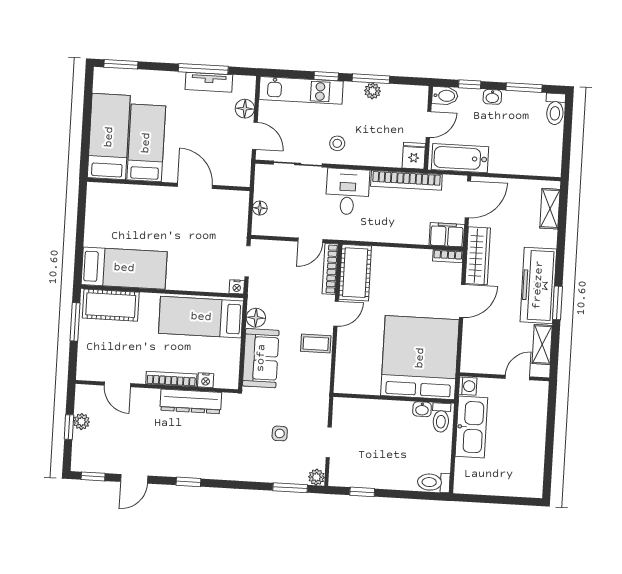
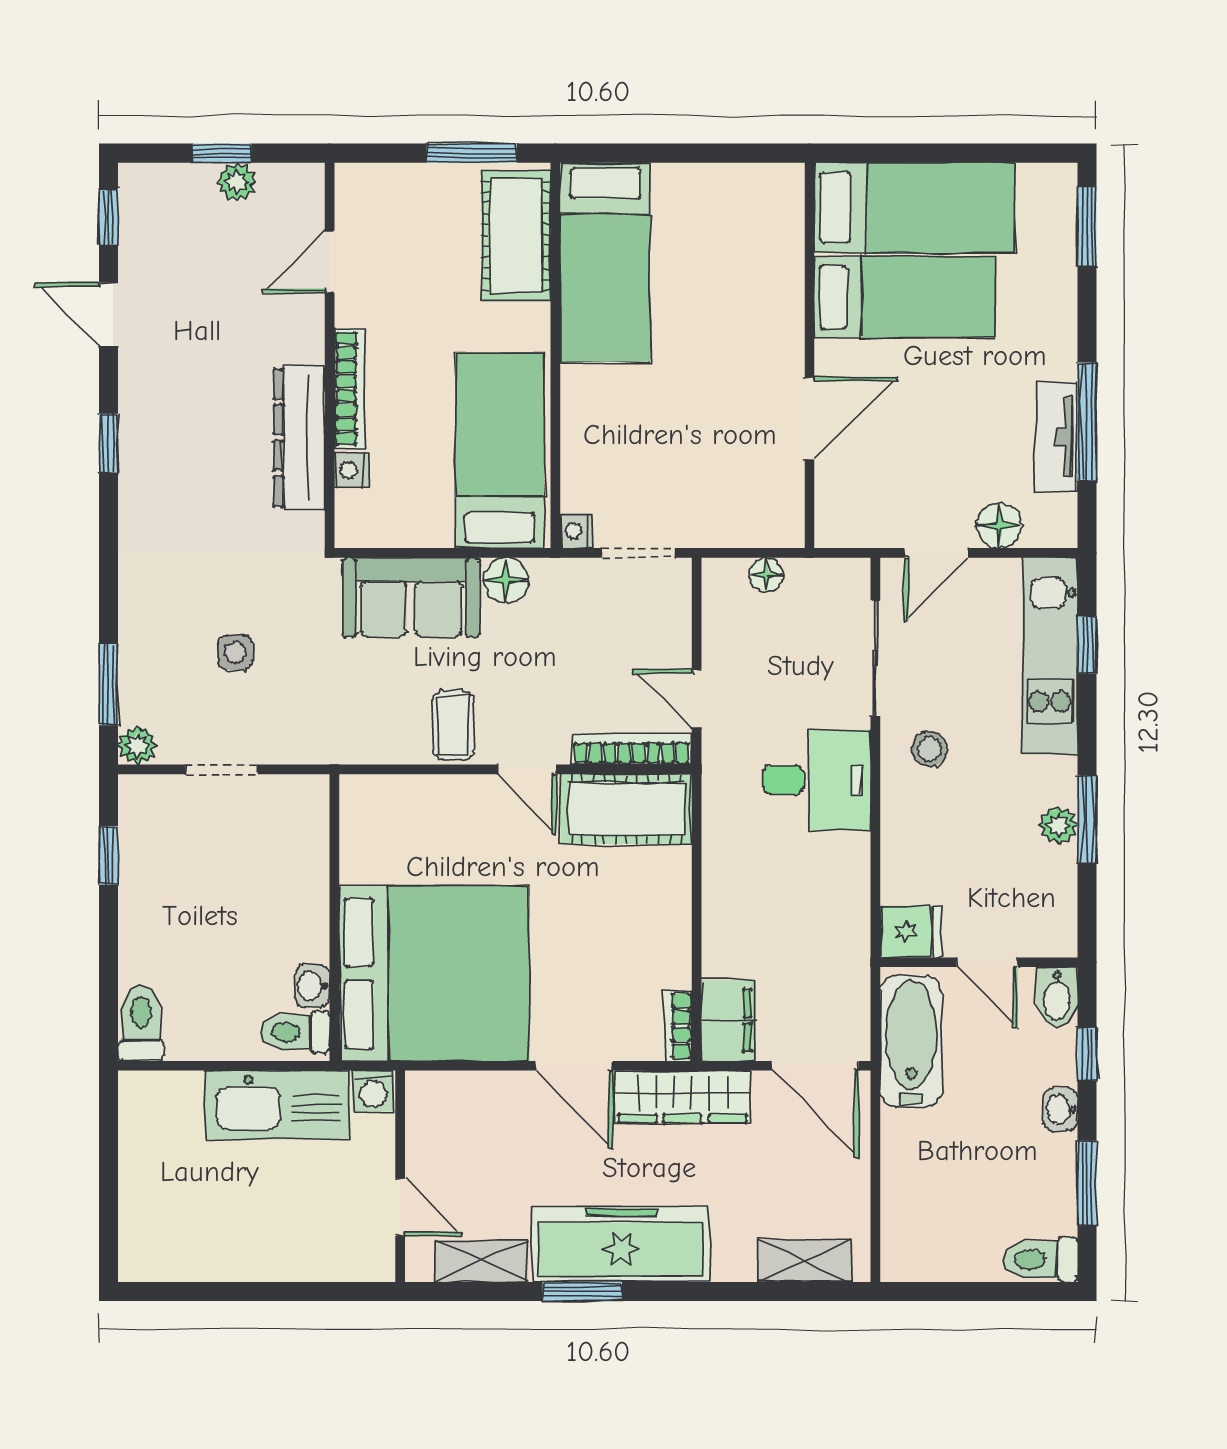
window: (326, 76) -> (1087, 645), moved
bookcase: (406, 180) -> (852, 918), removed

